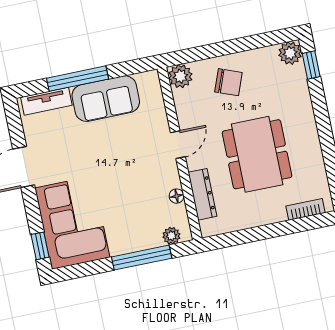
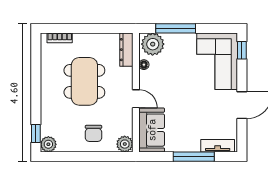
chair: (228, 82) -> (93, 133), turned -111
sofa: (106, 99) -> (152, 130), moved, turned 90
door: (178, 145) -> (136, 99), swing flipped
dresser: (202, 194) -> (126, 50), moved
plant: (171, 236) -> (153, 44), width x1.88, depth x1.88

